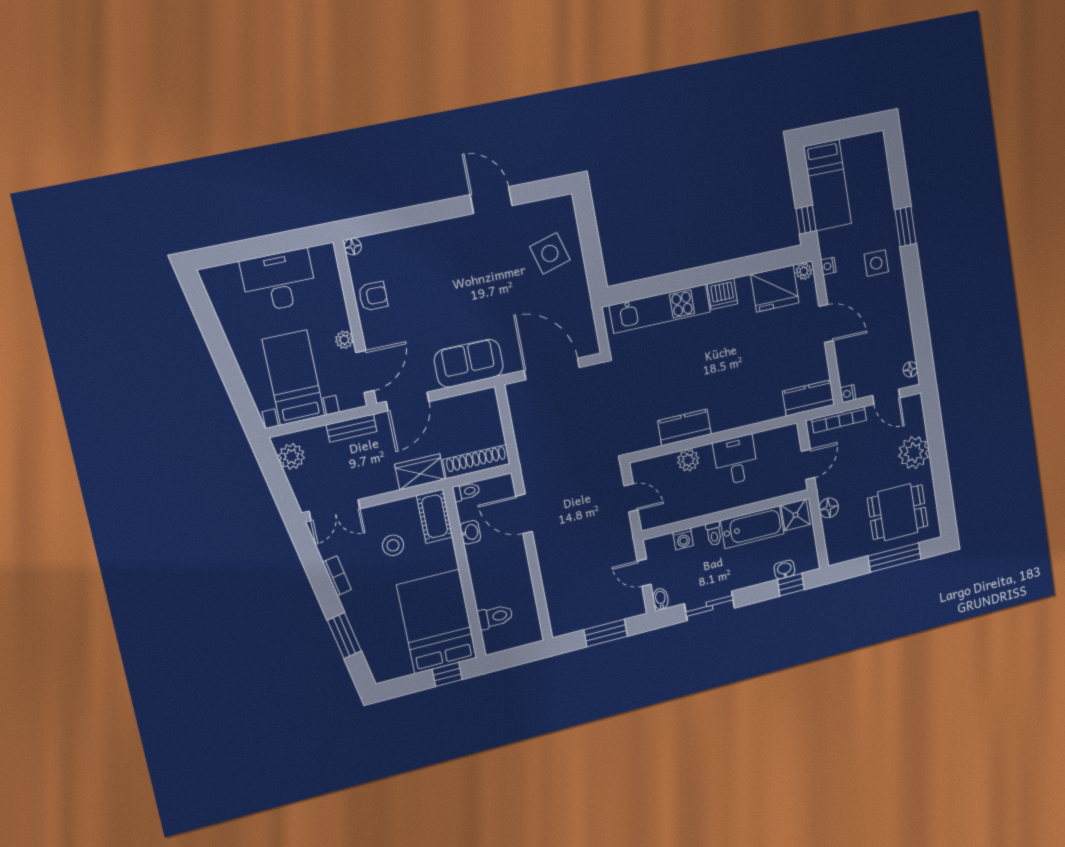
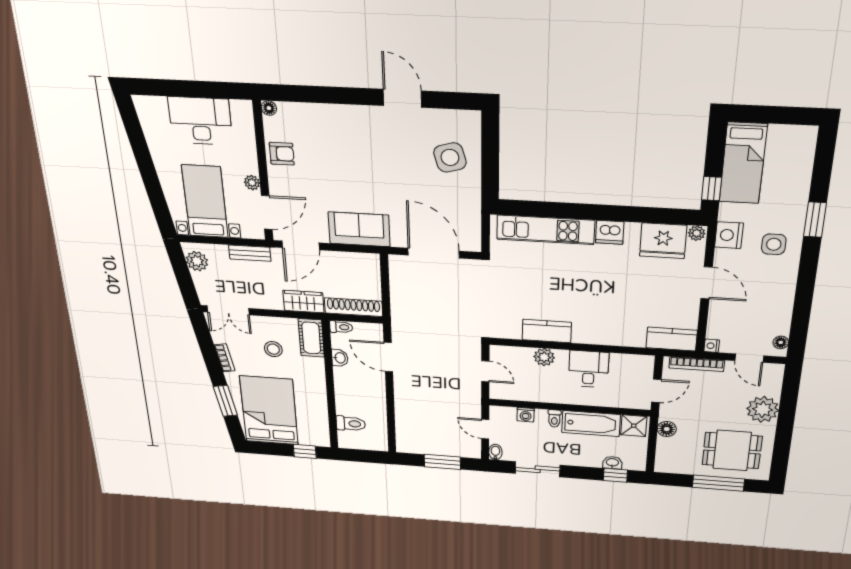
nightstand: (828, 266) -> (729, 235), width x1.89, depth x1.79
bed: (437, 622) -> (269, 411), moved

